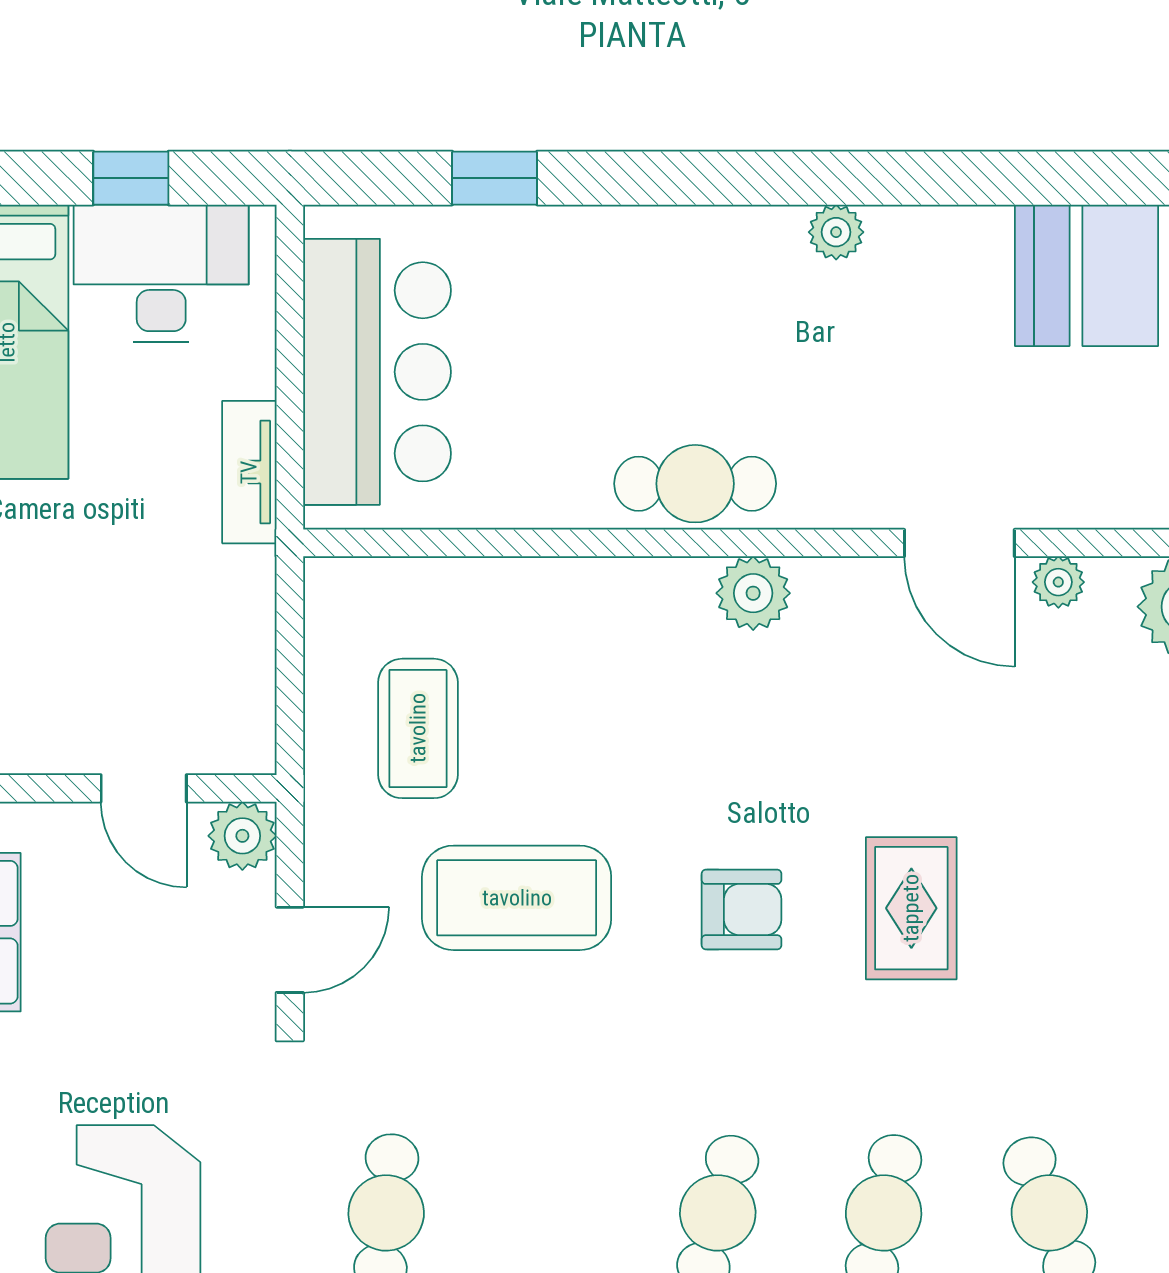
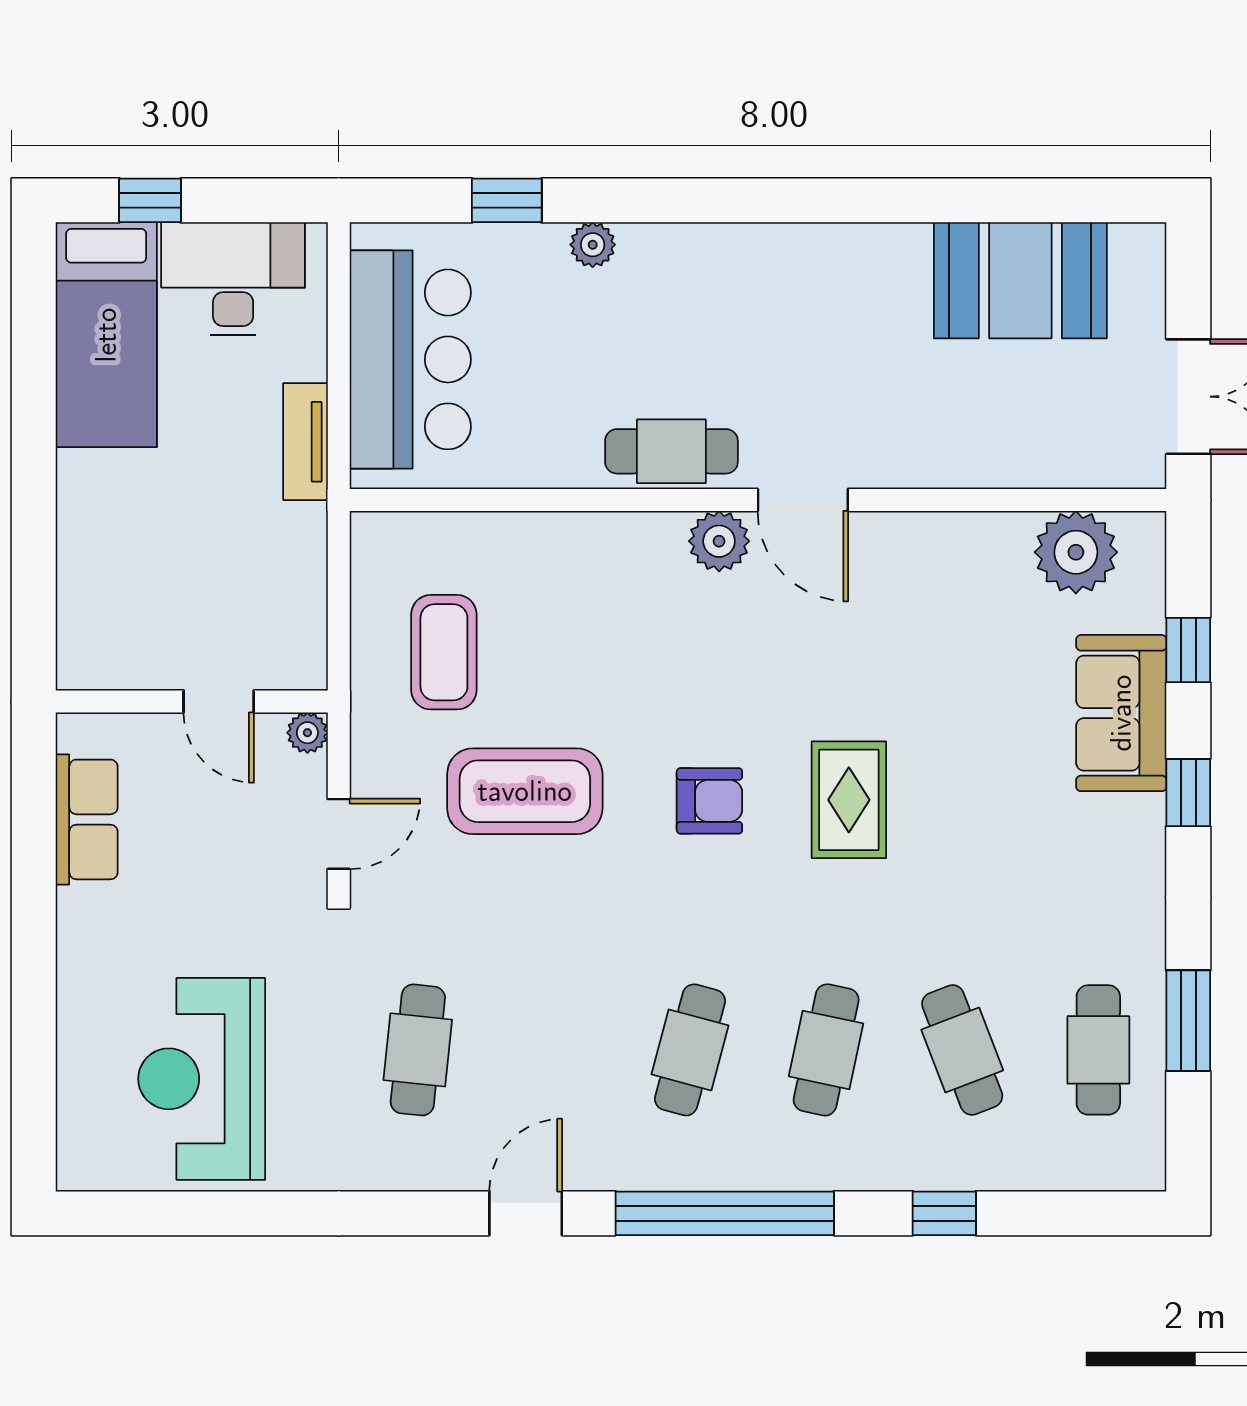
window: (131, 178) -> (150, 200), moved
plant: (836, 232) -> (593, 245), moved
door: (959, 543) -> (803, 500), moved
plant: (1058, 582) -> (970, 532), removed
plant: (242, 836) -> (307, 733), width x0.73, depth x0.73

